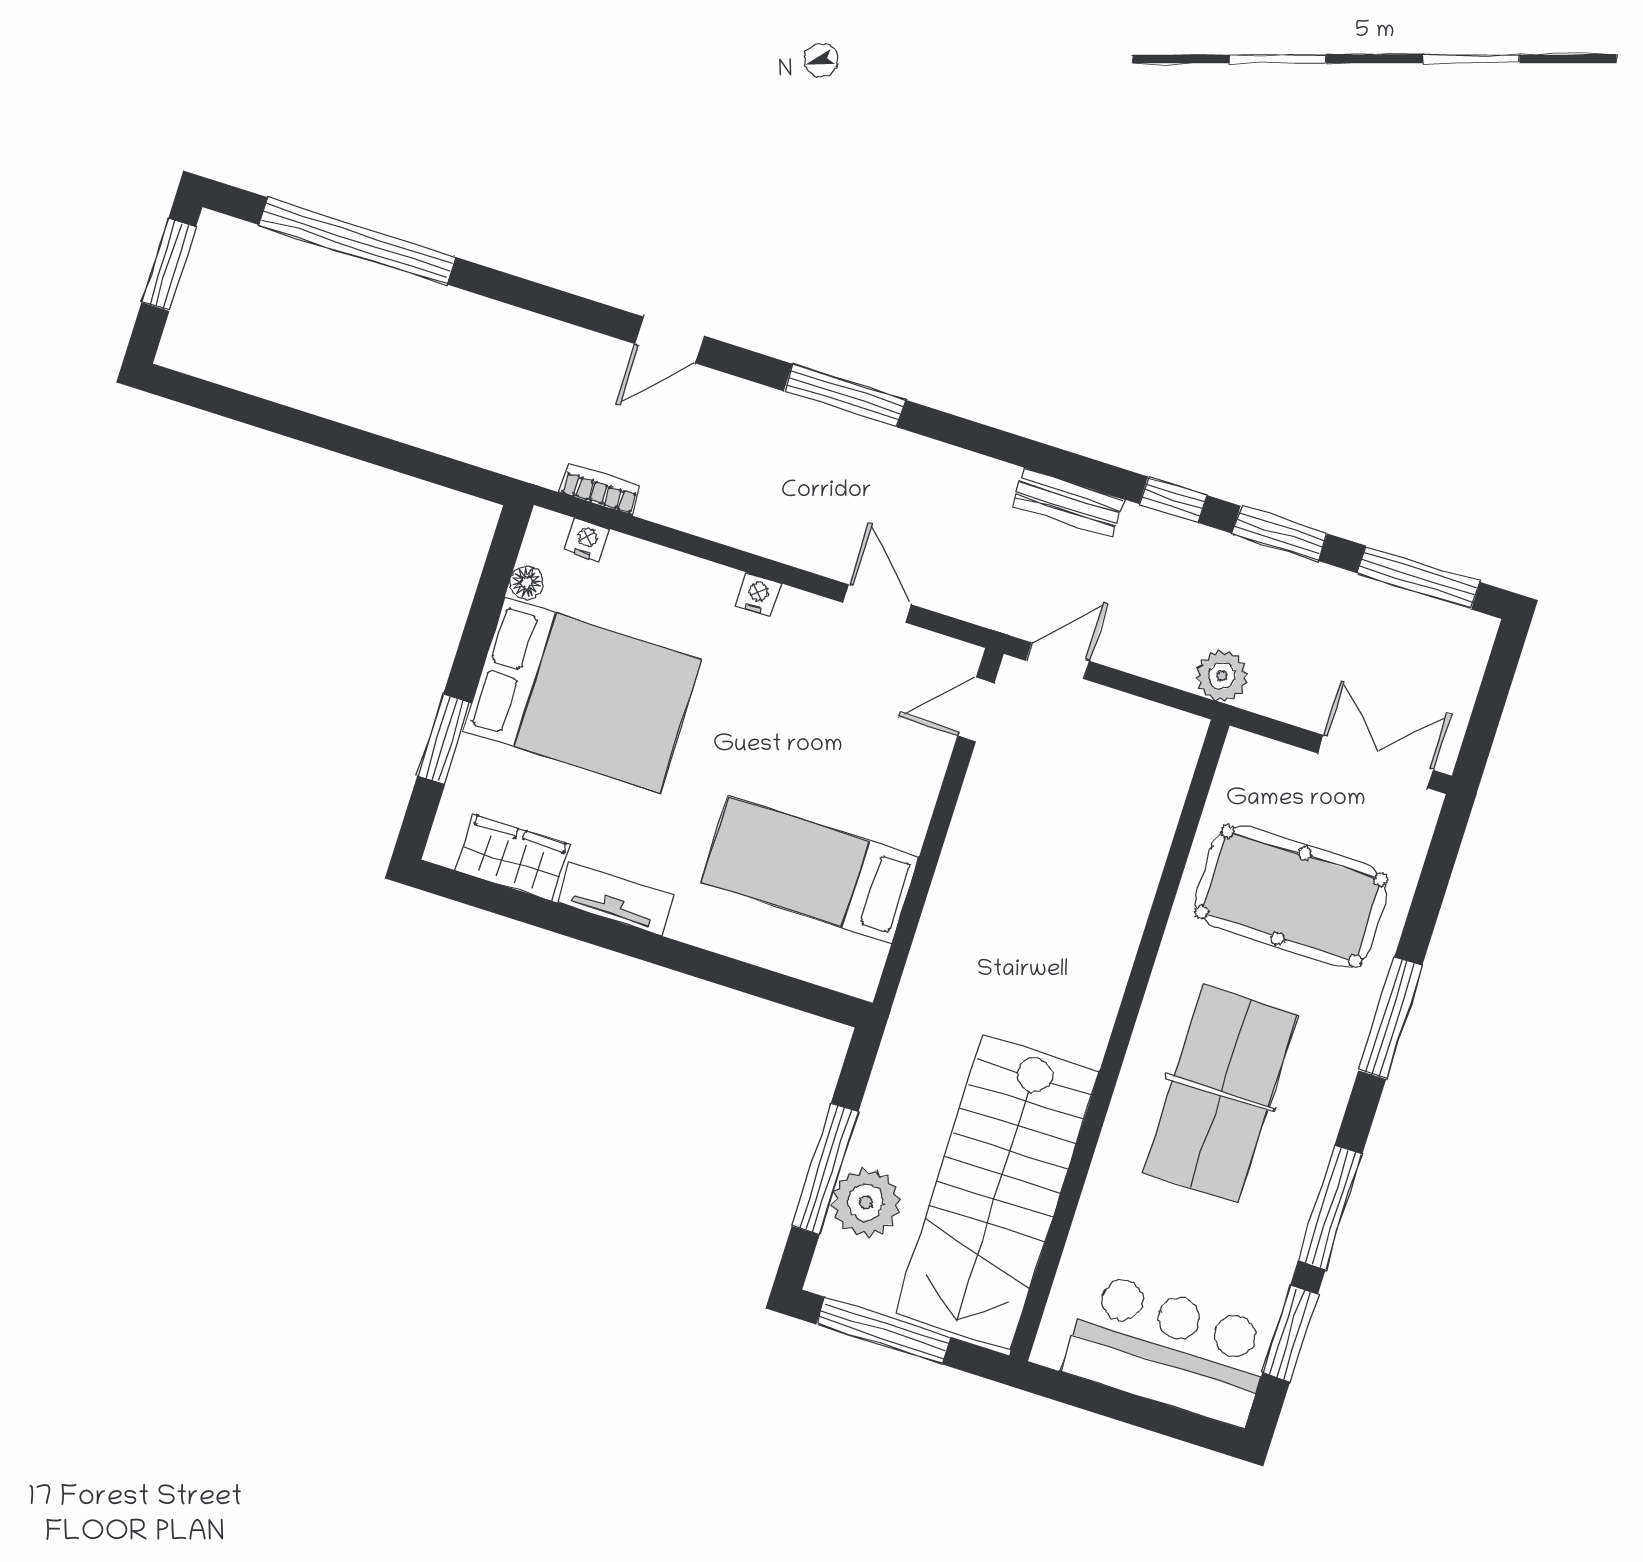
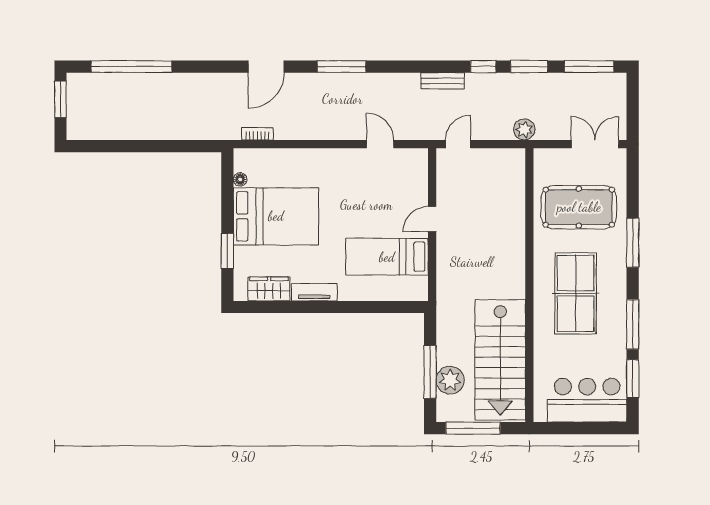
door: (670, 340) -> (266, 67), width x1.38
nightstand: (587, 540) -> (259, 155), removed
nightstand: (758, 594) -> (332, 155), removed
door: (976, 709) -> (432, 219), moved

